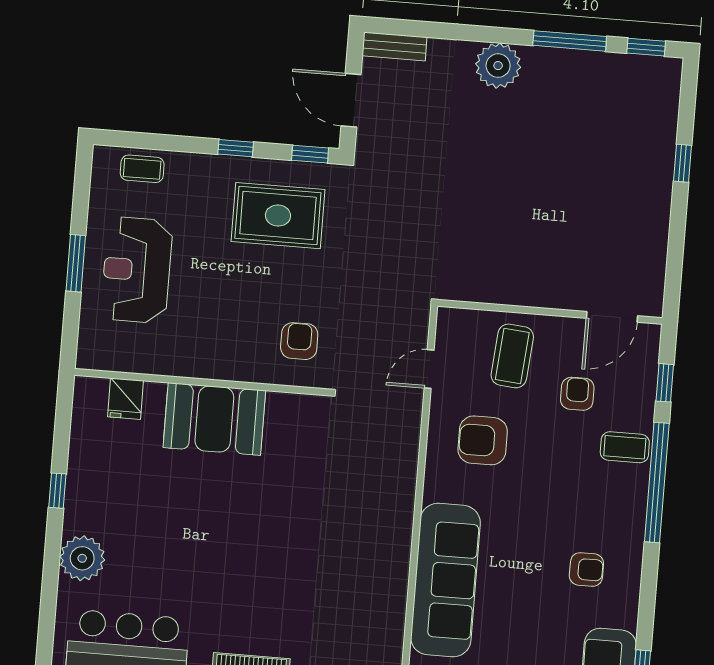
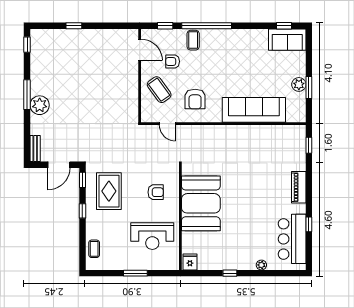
window: (570, 41) -> (27, 95), moved
reception desk: (137, 270) -> (152, 236), moved
armchair: (299, 341) -> (156, 192), moved, turned 180
coffee table: (512, 356) -> (159, 90), turned 49
fridge: (125, 399) -> (190, 262), moved, turned -90
booth: (214, 419) -> (201, 203), width x1.36, depth x1.42
plant: (82, 558) -> (261, 265), width x0.53, depth x0.53
armchair: (586, 569) -> (245, 52), removed

